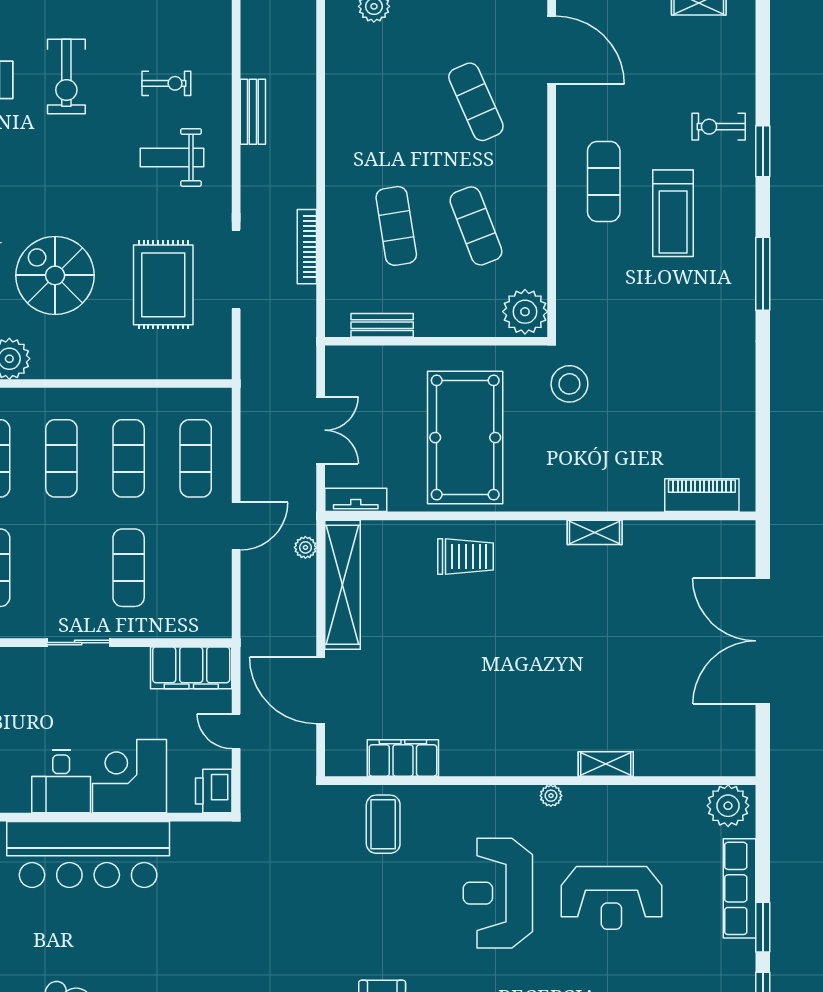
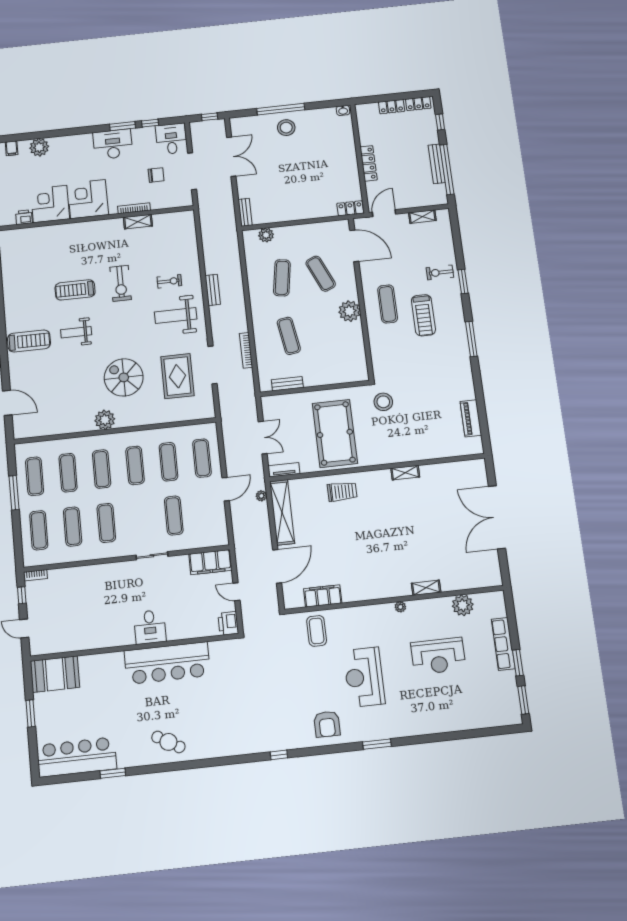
weight bench: (172, 158) -> (176, 316), width x1.36, depth x1.33
exercise mat: (476, 226) -> (282, 278), moved, turned 30
plant: (525, 312) -> (349, 311), moved
piano: (702, 495) -> (471, 418), moved, turned -90
door: (321, 690) -> (277, 566), swing flipped
corner desk: (130, 776) -> (185, 620), removed
plant: (728, 806) -> (463, 605), moved
reception desk: (498, 893) -> (364, 677), moved

